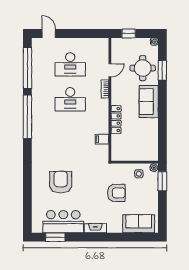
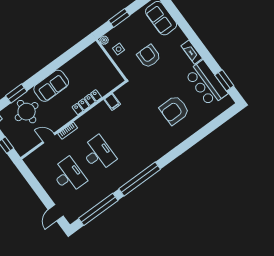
window: (162, 181) -> (119, 18), moved

